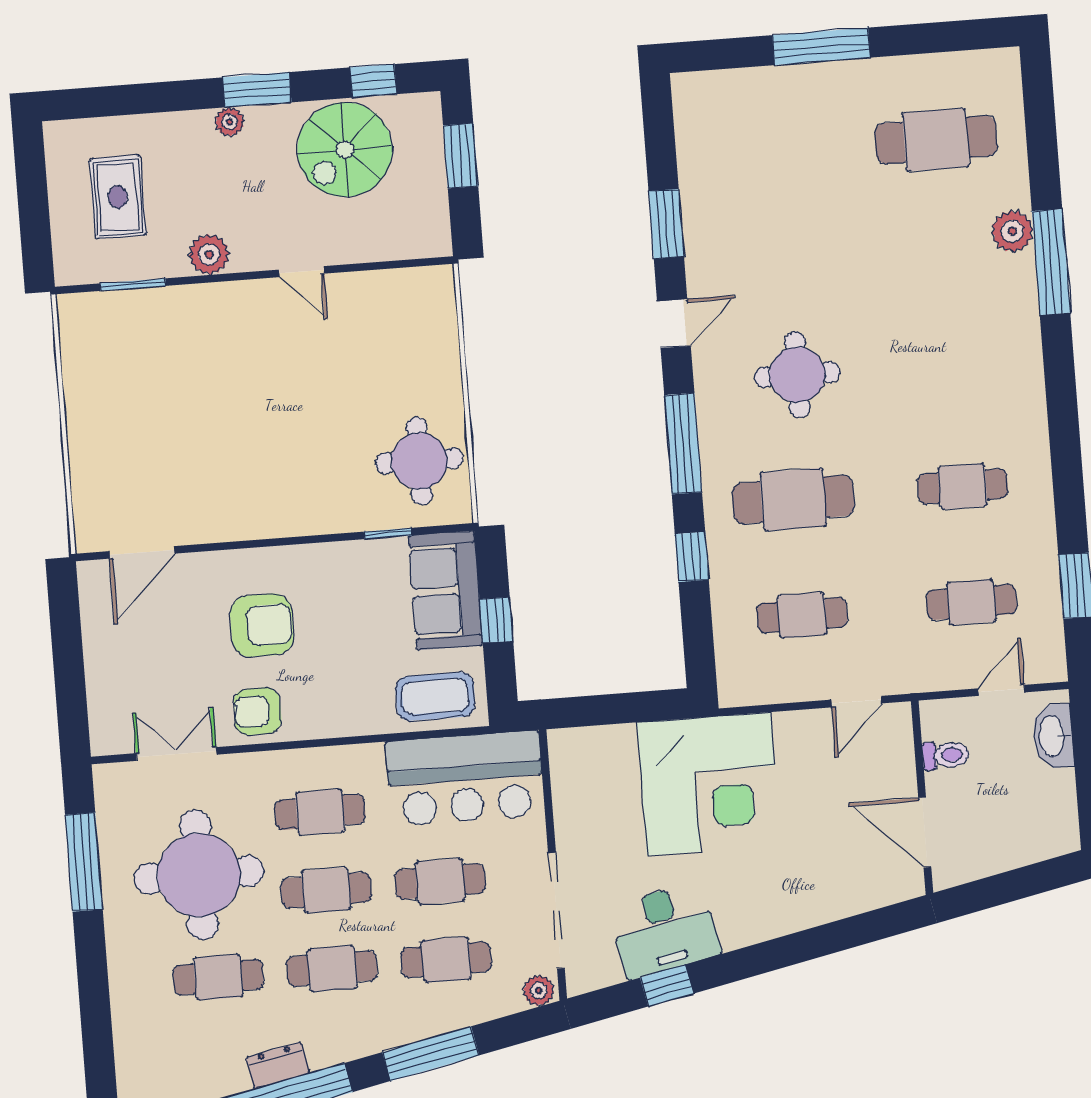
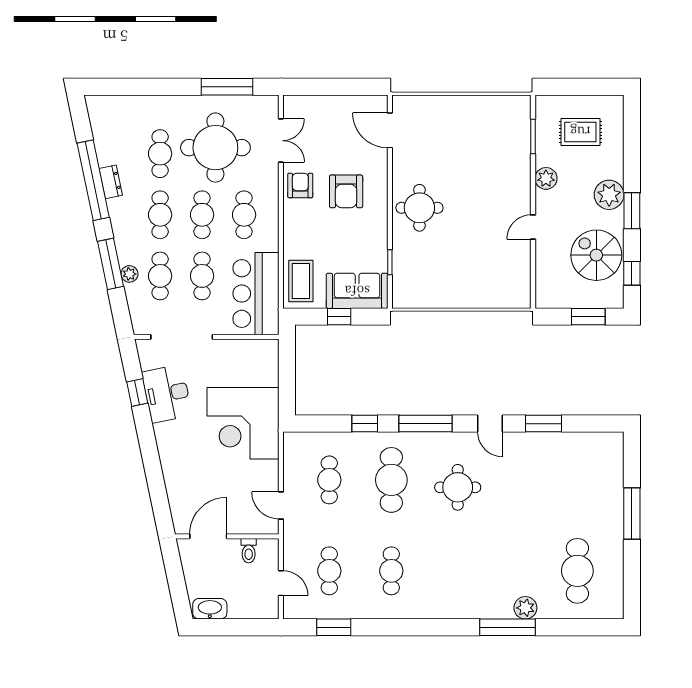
plant: (230, 122) -> (609, 195), width x1.88, depth x1.88
round table: (419, 461) -> (419, 208), moved
washbasin: (1053, 736) -> (210, 609), moved
plant: (539, 990) -> (129, 274), moved

